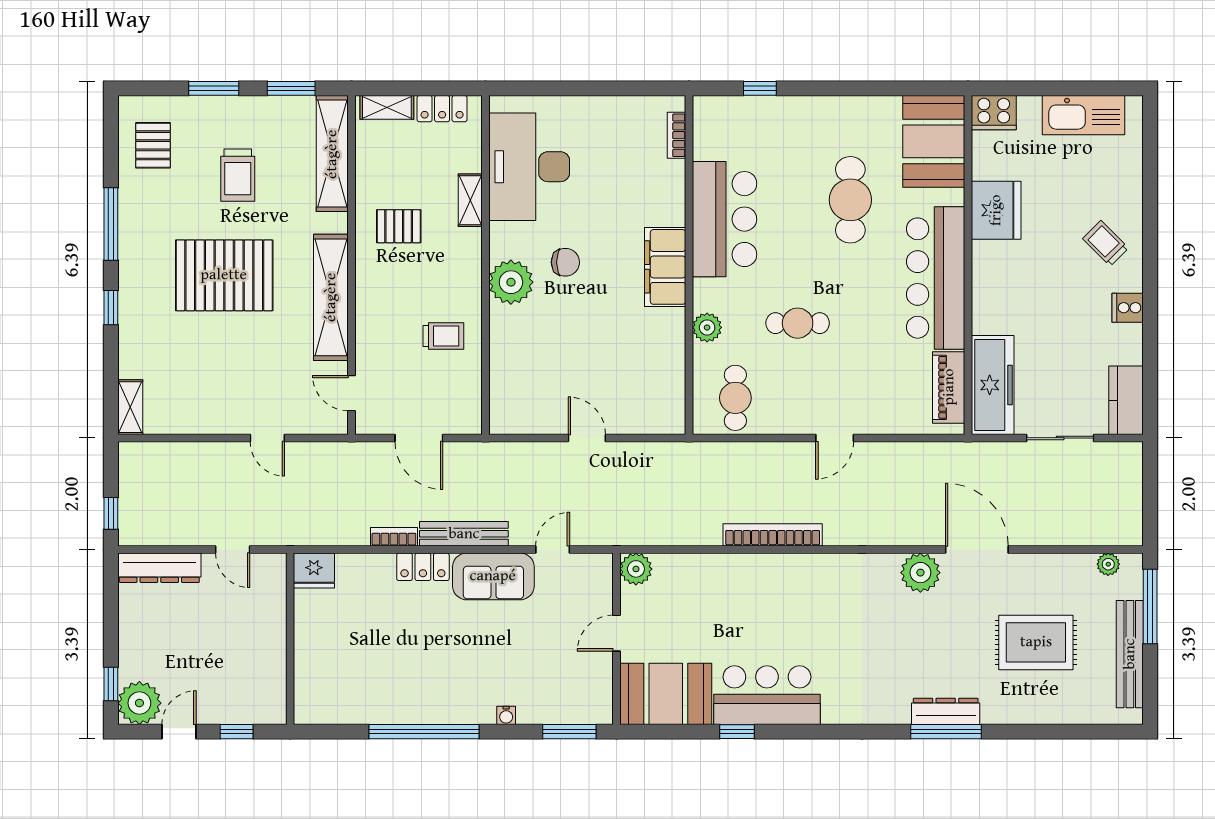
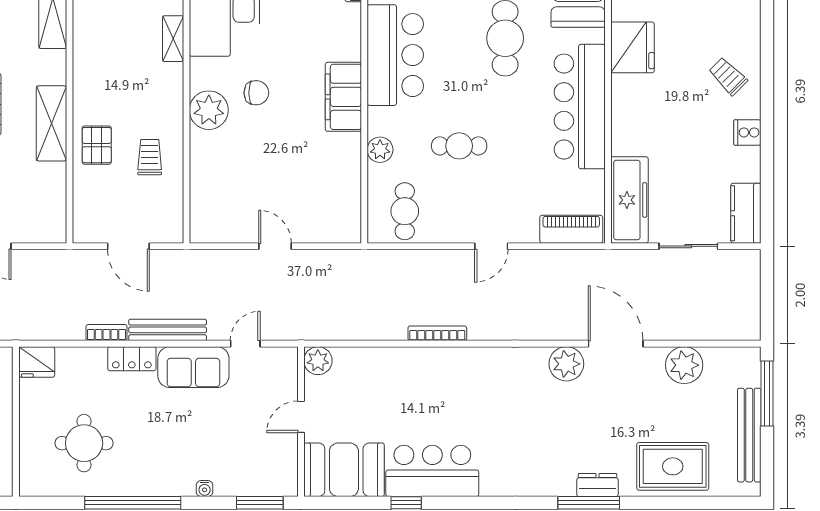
pallet: (399, 226) -> (97, 145), moved, turned 90
shelving: (331, 297) -> (51, 123), width x0.68
trolley: (443, 336) -> (150, 157), turned -90
piano: (949, 387) -> (571, 229), moved, turned 90
door: (352, 393) -> (69, 207), removed
bookcase: (773, 535) -> (437, 333), width x0.68, depth x0.76
plant: (1108, 564) -> (684, 365), moved, width x1.88, depth x1.88
rug: (1036, 642) -> (673, 466), moved
round table: (368, 663) -> (84, 443), added
dresser: (946, 711) -> (597, 485), width x0.70

